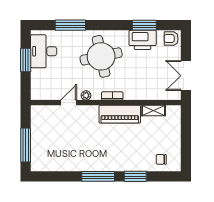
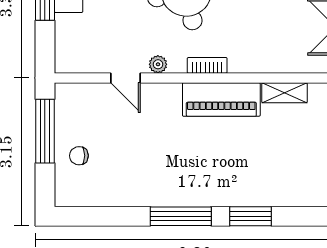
door: (69, 103) -> (125, 78), swing flipped
window: (26, 145) -> (45, 131), moved
chair: (161, 159) -> (79, 156), moved

